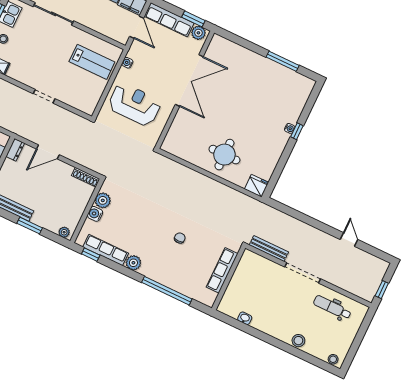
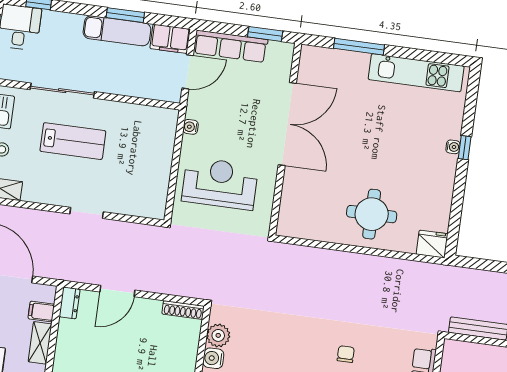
door: (137, 27) -> (188, 72), hinge flipped
plant: (198, 33) -> (279, 52), removed
window: (283, 61) -> (359, 47), moved
lab bench: (92, 62) -> (73, 141), moved
kitchen unit: (281, 74) -> (416, 73), added

